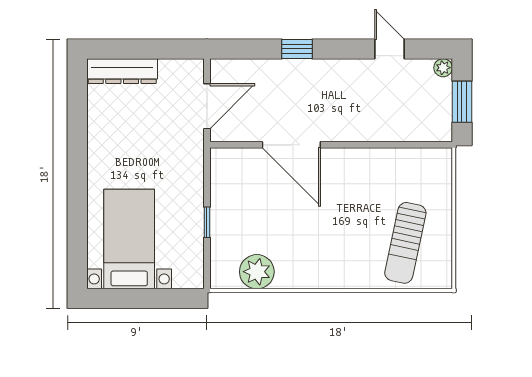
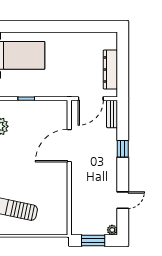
bench: (235, 68) -> (112, 114), added
dresser: (122, 71) -> (110, 69), moved
door: (207, 106) -> (91, 99), hinge flipped

